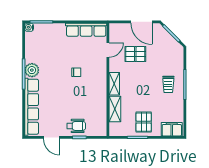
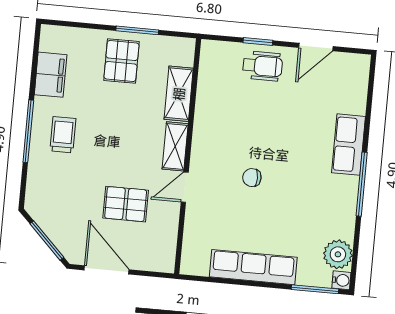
row of seats: (86, 30) -> (253, 267), moved
door: (108, 50) -> (185, 187), moved
plant: (32, 70) -> (338, 254), moved
row of seats: (32, 107) -> (349, 145), width x0.50
wheelchair: (76, 126) -> (263, 66), turned 180
filing cabinet: (172, 129) -> (51, 75), moved, turned -90
door: (52, 137) -> (316, 47), swing flipped

